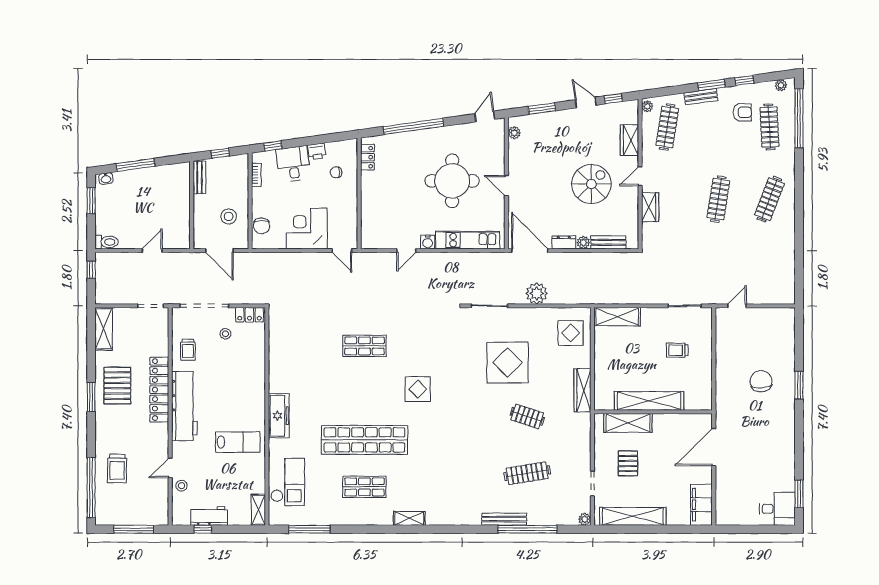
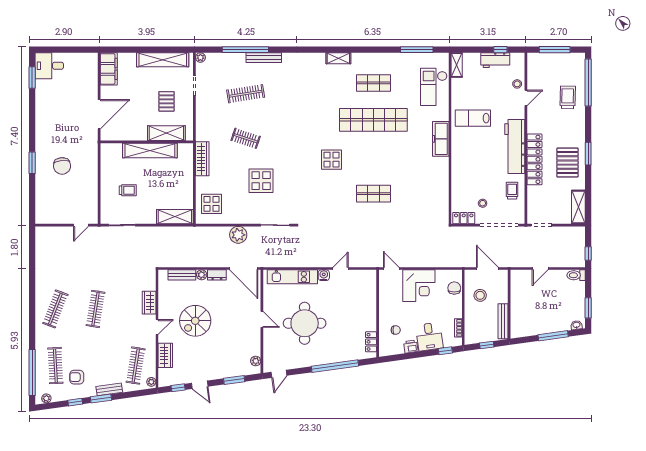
bench: (199, 177) -> (503, 321), width x1.36
display table: (508, 362) -> (261, 181), width x0.73, depth x0.73

